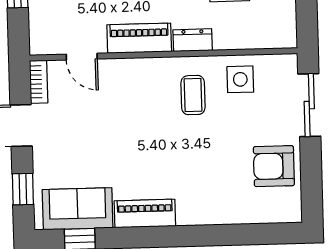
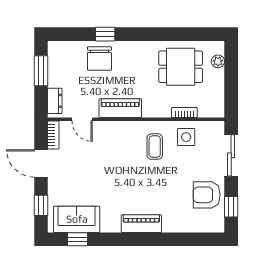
dresser: (193, 40) -> (55, 101), moved, turned 90
bookcase: (237, 42) -> (184, 112), added
window: (311, 183) -> (231, 207), added
piano: (145, 214) -> (141, 224), moved

